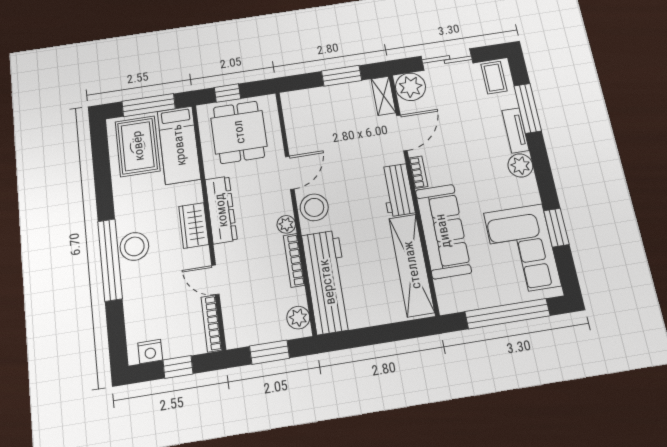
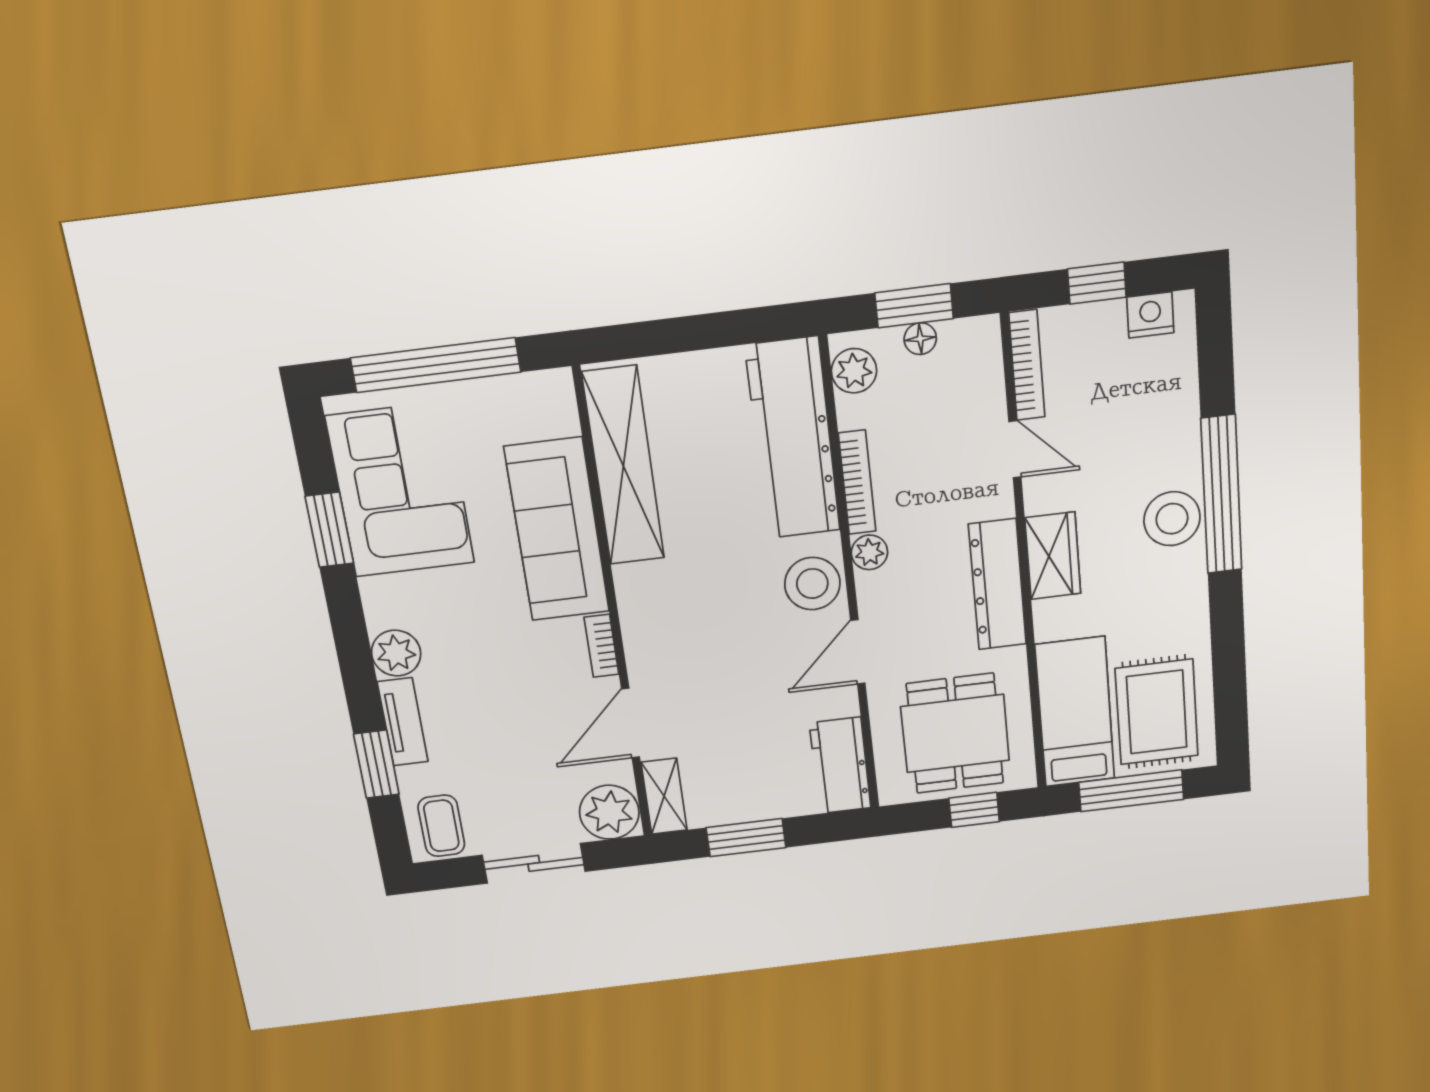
window: (528, 108) -> (376, 764), width x0.69
workbench: (397, 190) -> (840, 766), moved, turned 180
floor lamp: (266, 335) -> (920, 339), added

